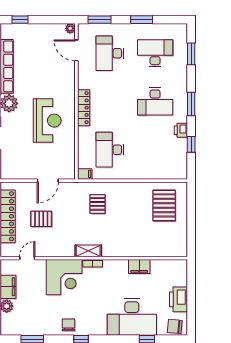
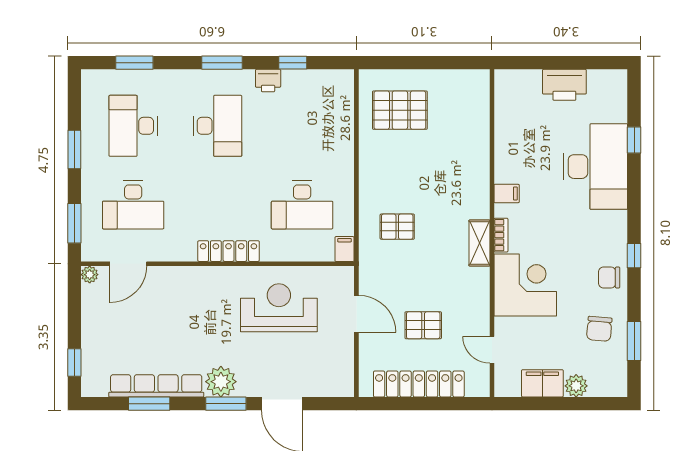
reception desk: (47, 121) -> (279, 308), moved
pallet: (41, 219) -> (423, 325), turned 90
filing cabinet: (139, 266) -> (507, 194), moved, width x0.50
chair: (175, 326) -> (599, 329), moved

